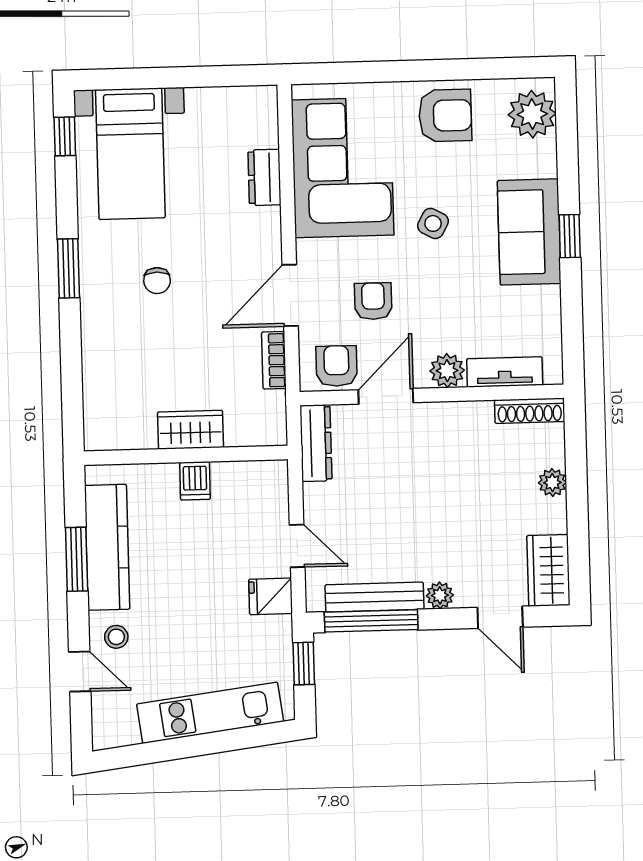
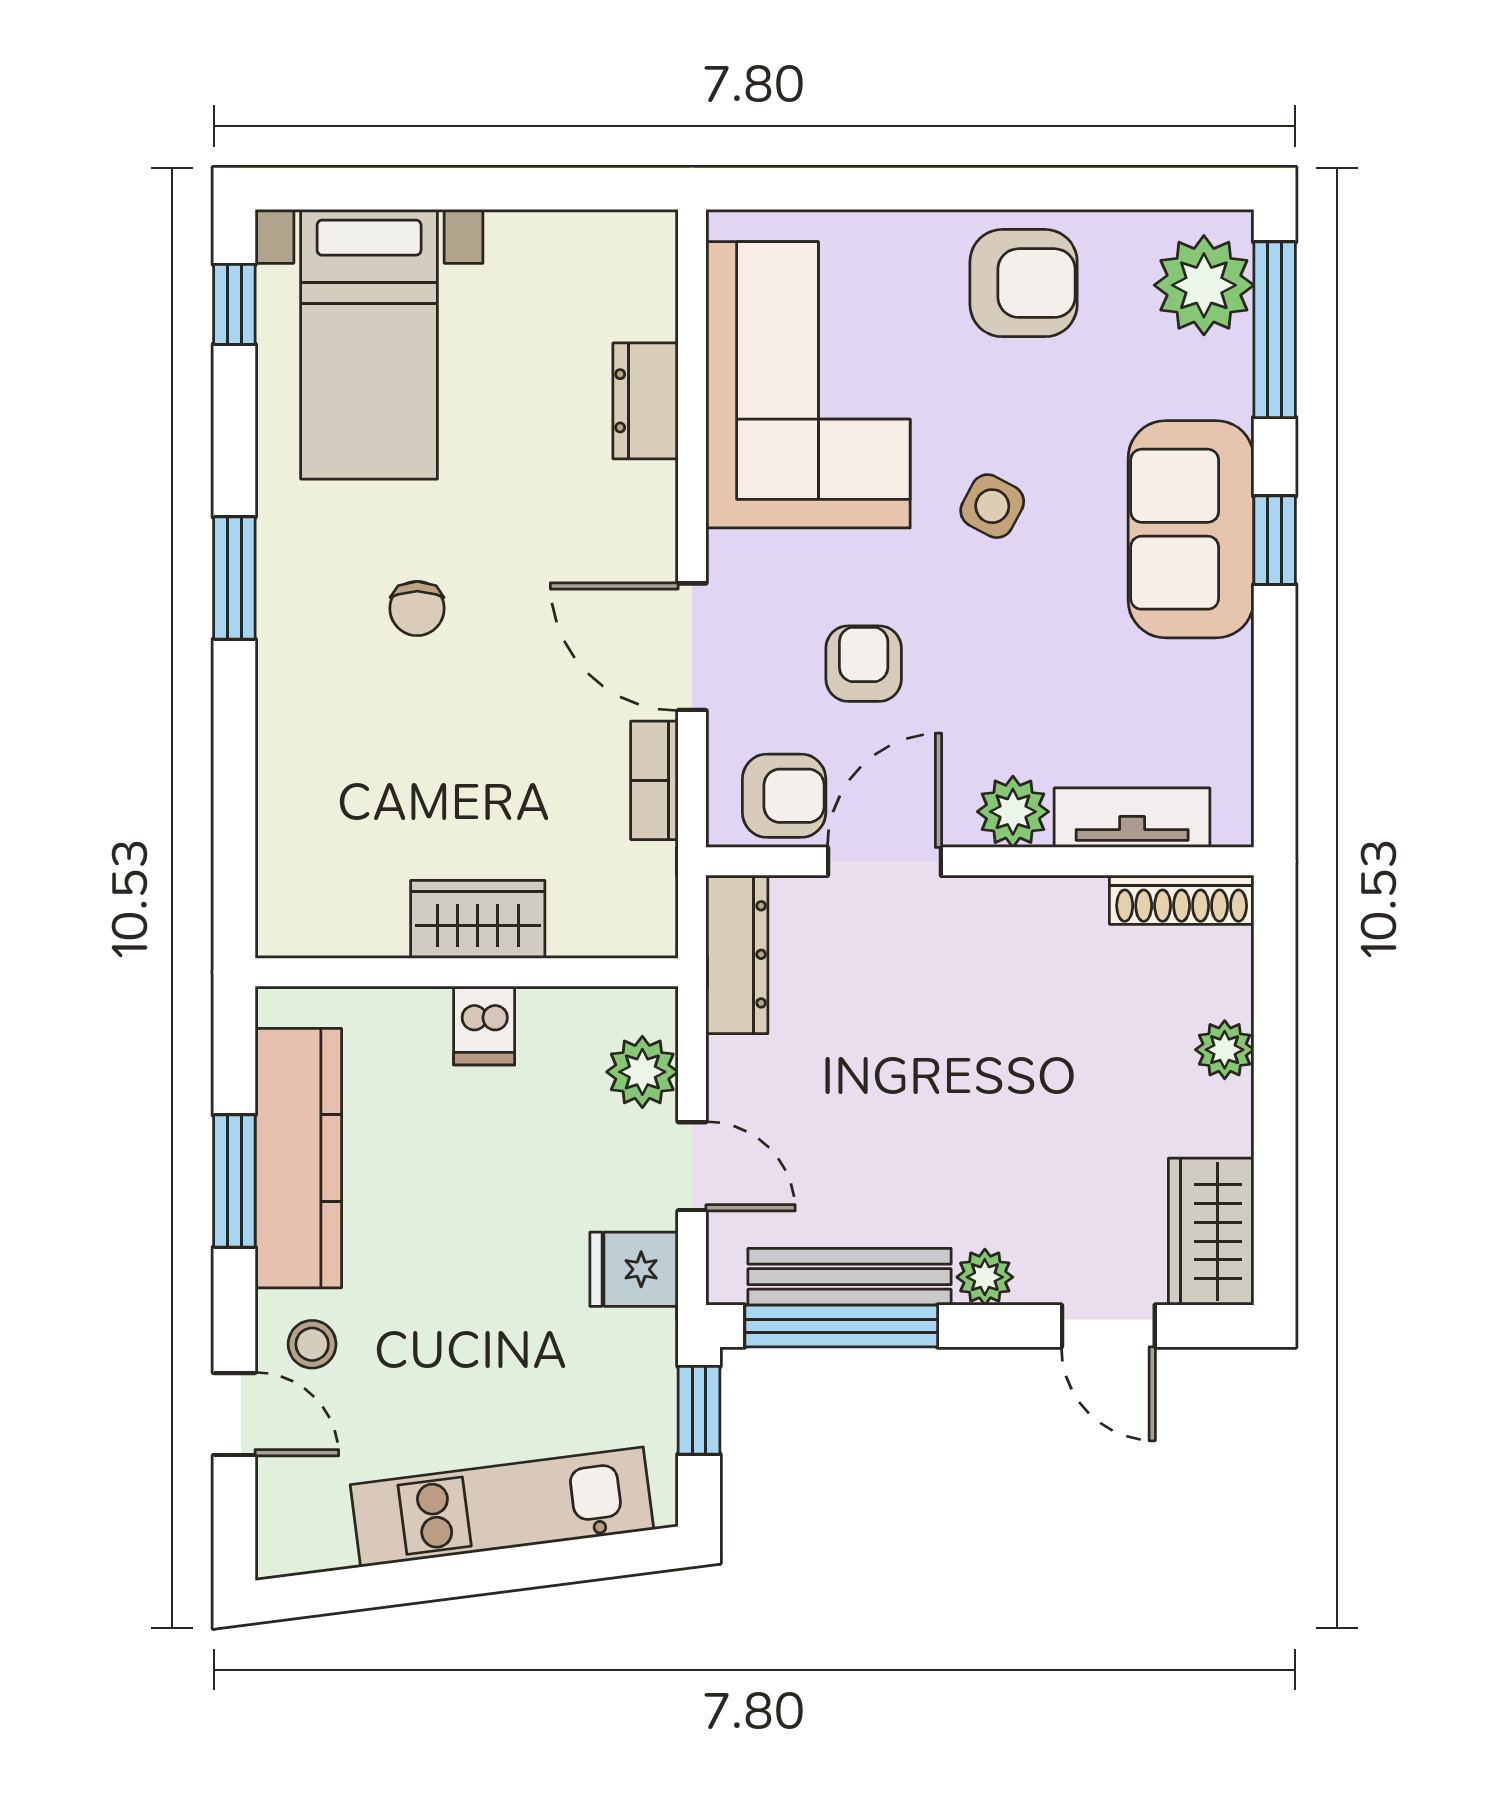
window: (567, 135) -> (1275, 330), added
door: (290, 295) -> (692, 647), hinge flipped
armchair: (337, 366) -> (784, 796), turned 90
plant: (272, 501) -> (642, 1072), added

